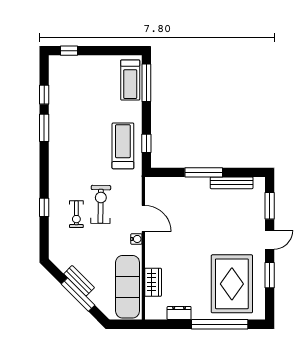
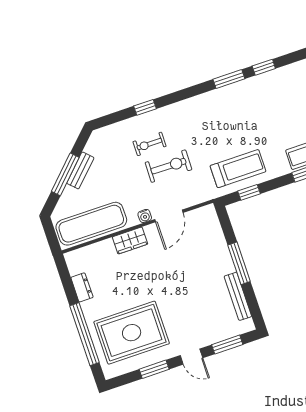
wardrobe: (153, 282) -> (130, 241), moved

